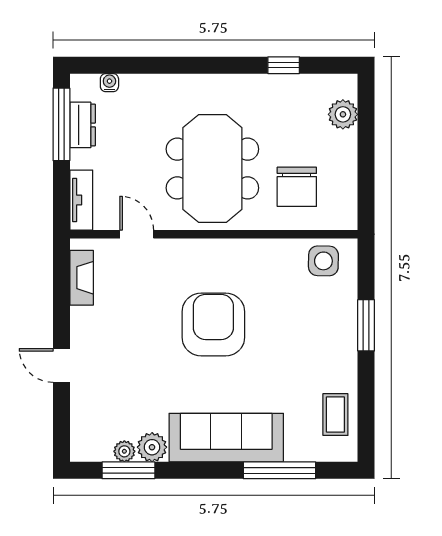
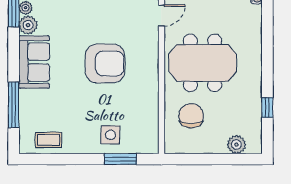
chair: (297, 187) -> (191, 116), turned 90
side table: (323, 261) -> (110, 135), moved
window: (366, 325) -> (120, 159), moved
sofa: (226, 438) -> (34, 62), width x0.73

